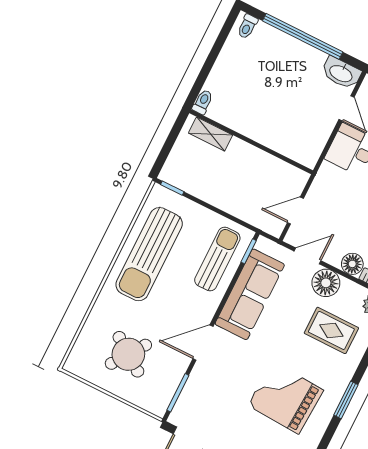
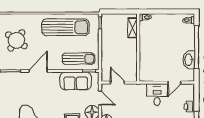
washbasin: (341, 73) -> (189, 60), moved
sun lounger: (149, 254) -> (66, 27), turned 180
sofa: (250, 294) -> (76, 81), width x0.73
door: (203, 343) -> (38, 71), hinge flipped

